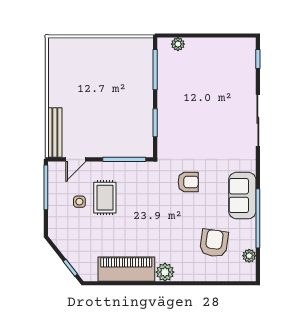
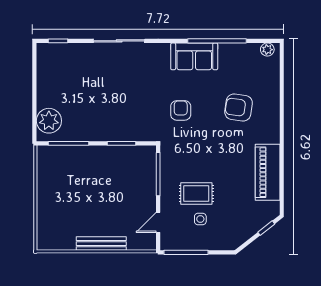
plant: (178, 44) -> (49, 121), width x1.87, depth x1.87
bench: (55, 133) -> (101, 244), moved
door: (76, 159) -> (158, 222), swing flipped
armchair: (214, 243) -> (239, 108), moved
plant: (249, 256) -> (267, 50), moved
plant: (165, 272) -> (271, 134), removed

